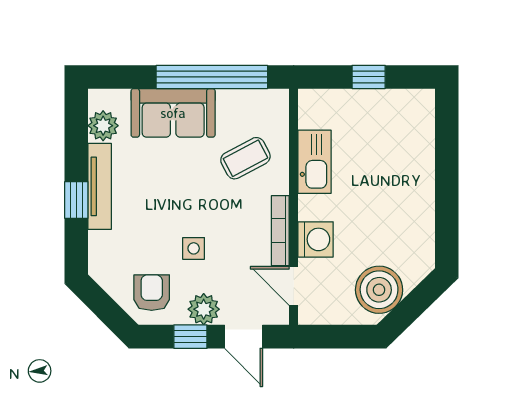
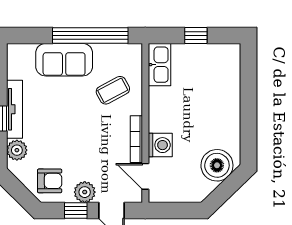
plant: (103, 126) -> (17, 150), moved
kitchen sink: (315, 162) -> (159, 65), moved
side table: (194, 248) -> (78, 151), removed
boiler: (379, 290) -> (217, 165), moved
armchair: (152, 293) -> (50, 181), turned 90

